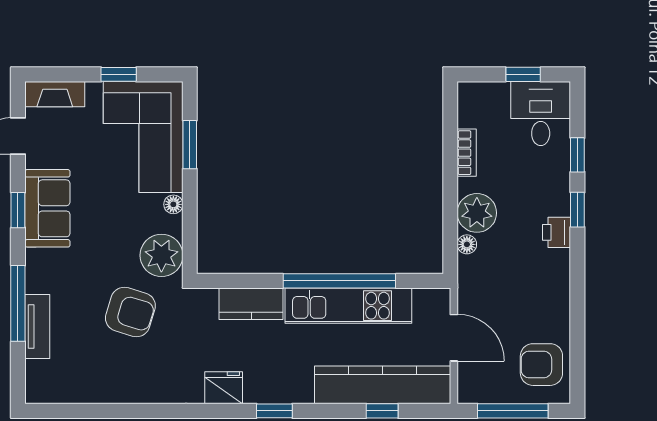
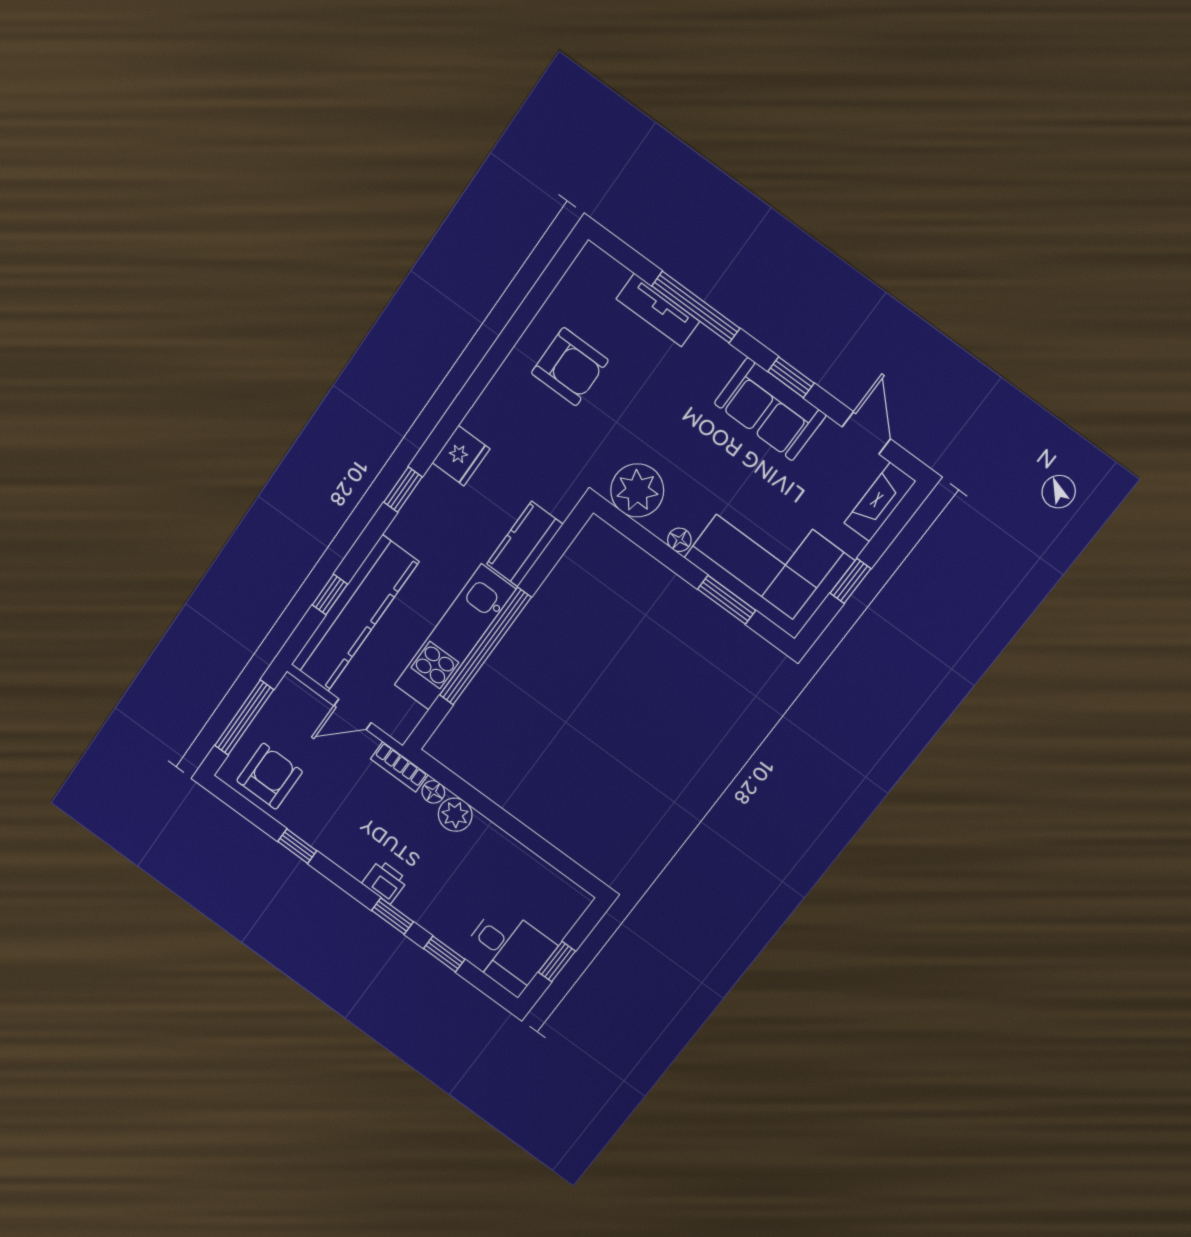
bookcase: (467, 153) -> (399, 767), moved
plant: (477, 213) -> (455, 815), width x0.73, depth x0.73
window: (577, 311) -> (297, 846), added
armchair: (130, 312) -> (570, 367), moved, turned -107
door: (454, 338) -> (353, 714), width x0.73

